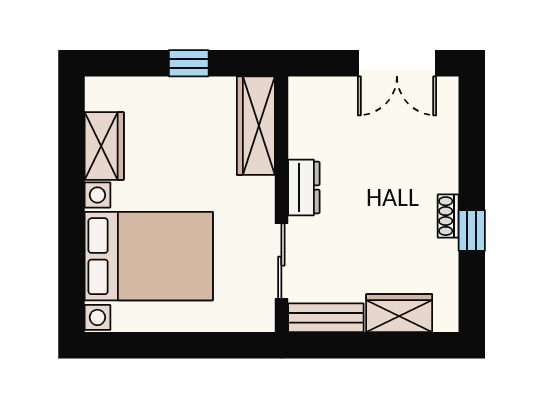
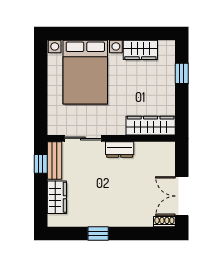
window: (189, 63) -> (182, 73), moved
shoe rack: (448, 216) -> (164, 222), moved
window: (332, 345) -> (41, 164), added

